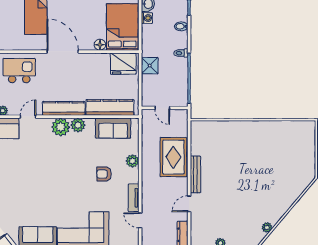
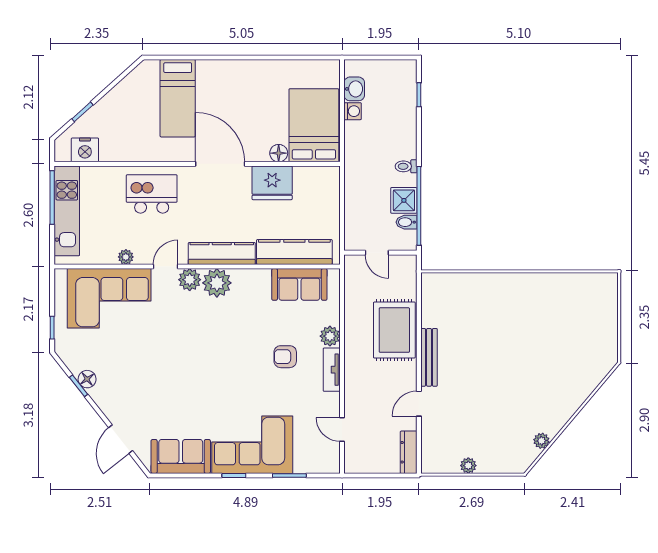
bidet: (181, 26) -> (407, 222), moved
fridge: (123, 64) -> (272, 183), moved
shower: (150, 66) -> (404, 200), moved
plant: (78, 125) -> (190, 280), moved
tv unit: (134, 198) -> (332, 370), moved

